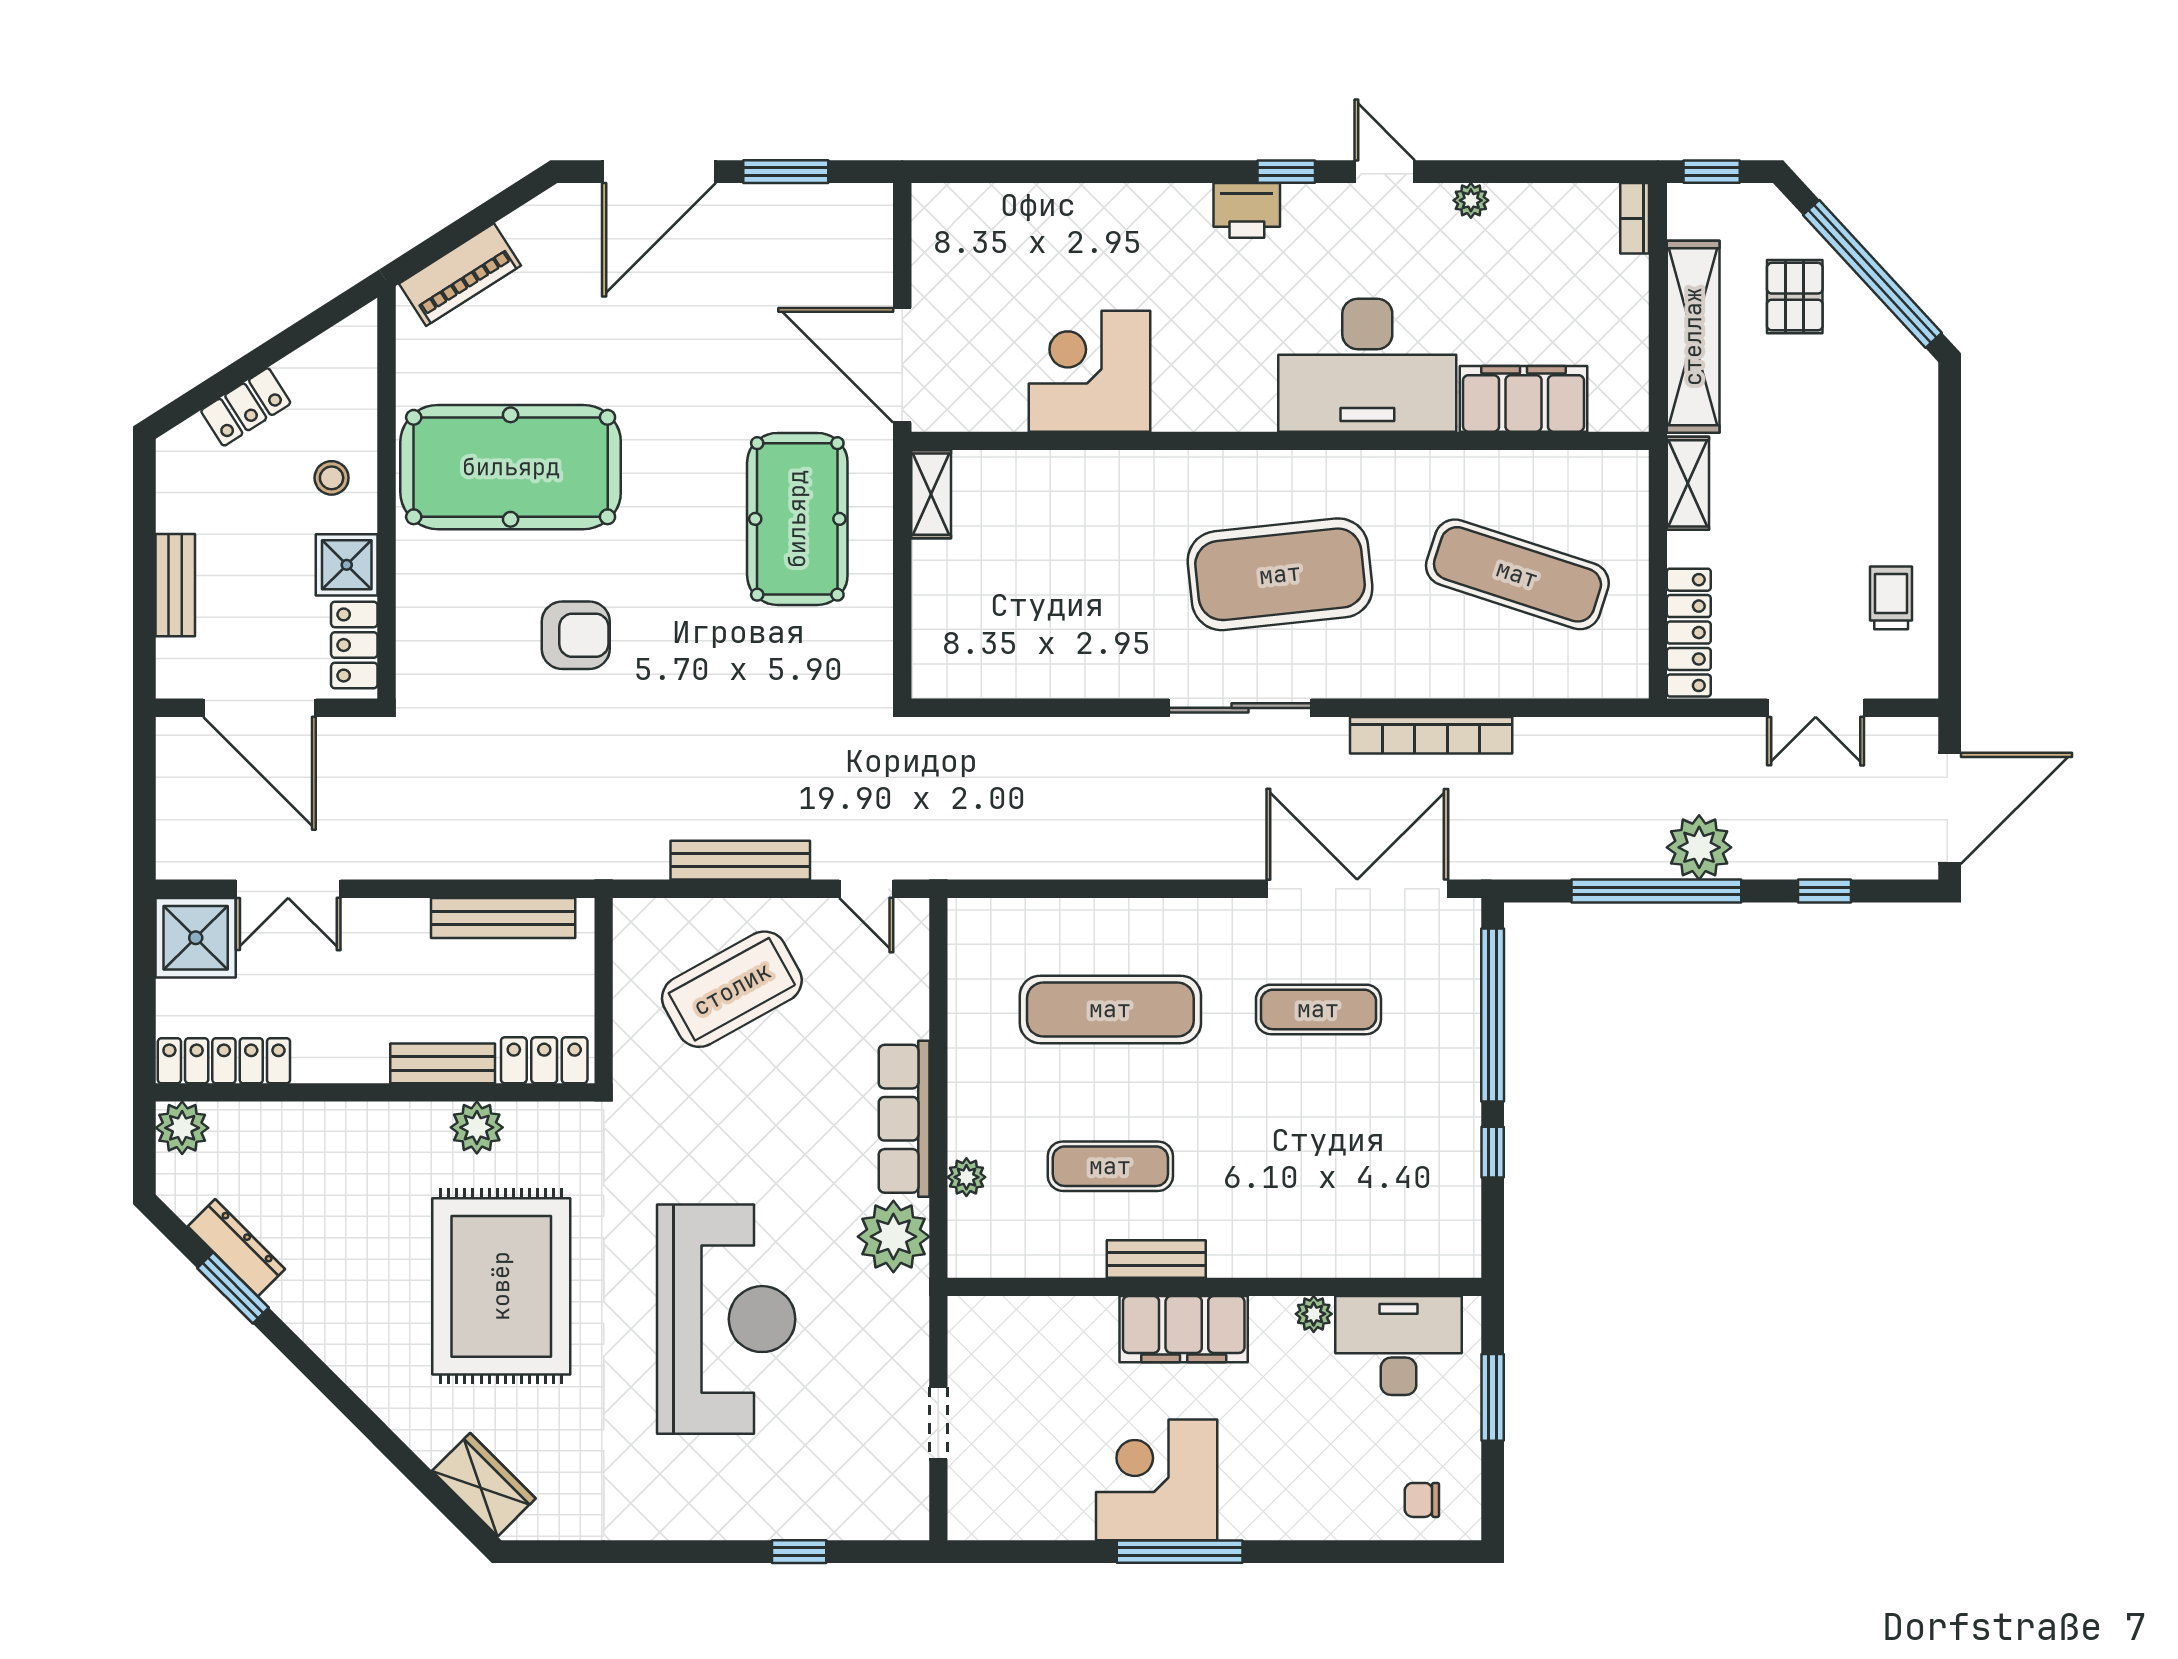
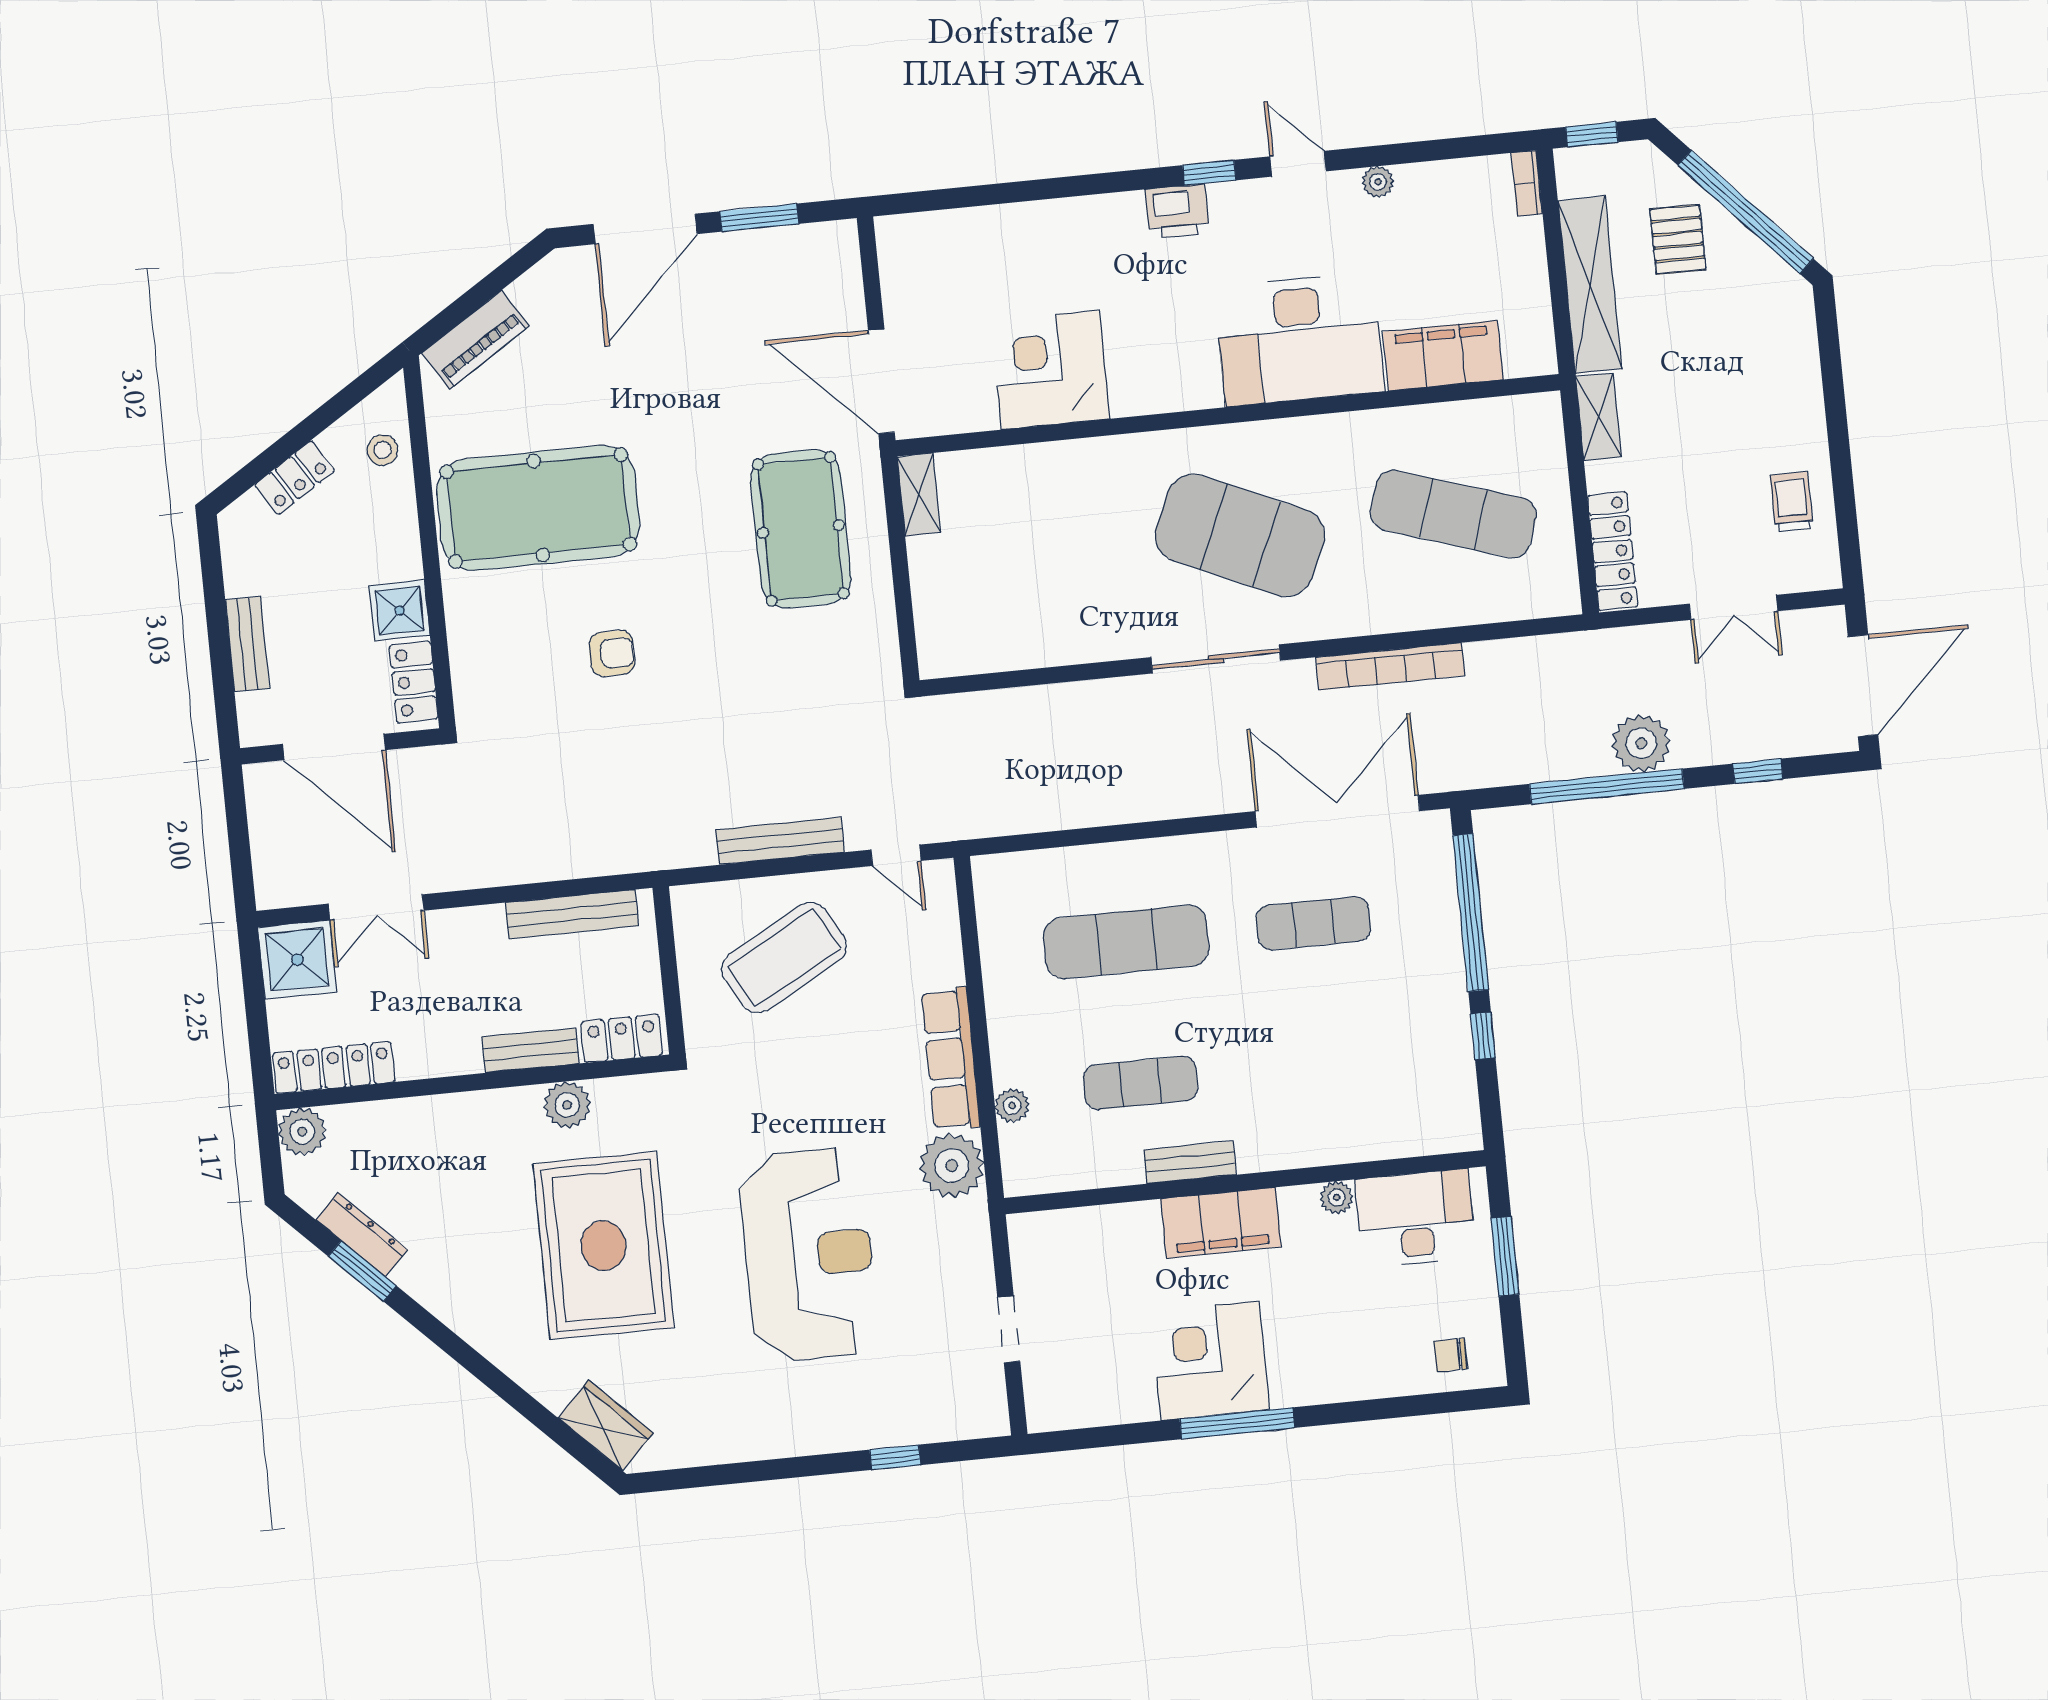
stool: (332, 478) -> (383, 450), moved
exercise mat: (1280, 574) -> (1240, 535), turned 30
armchair: (576, 635) -> (612, 653), width x0.72, depth x0.72

